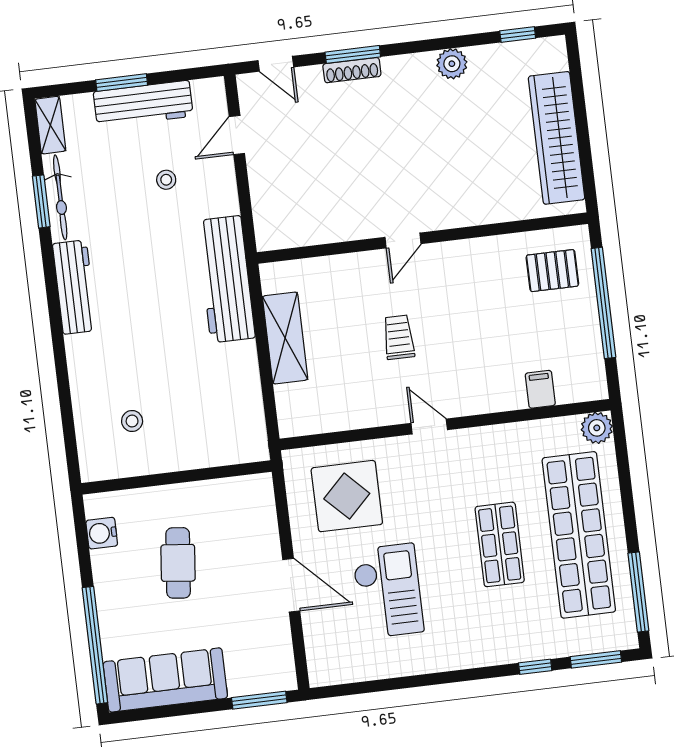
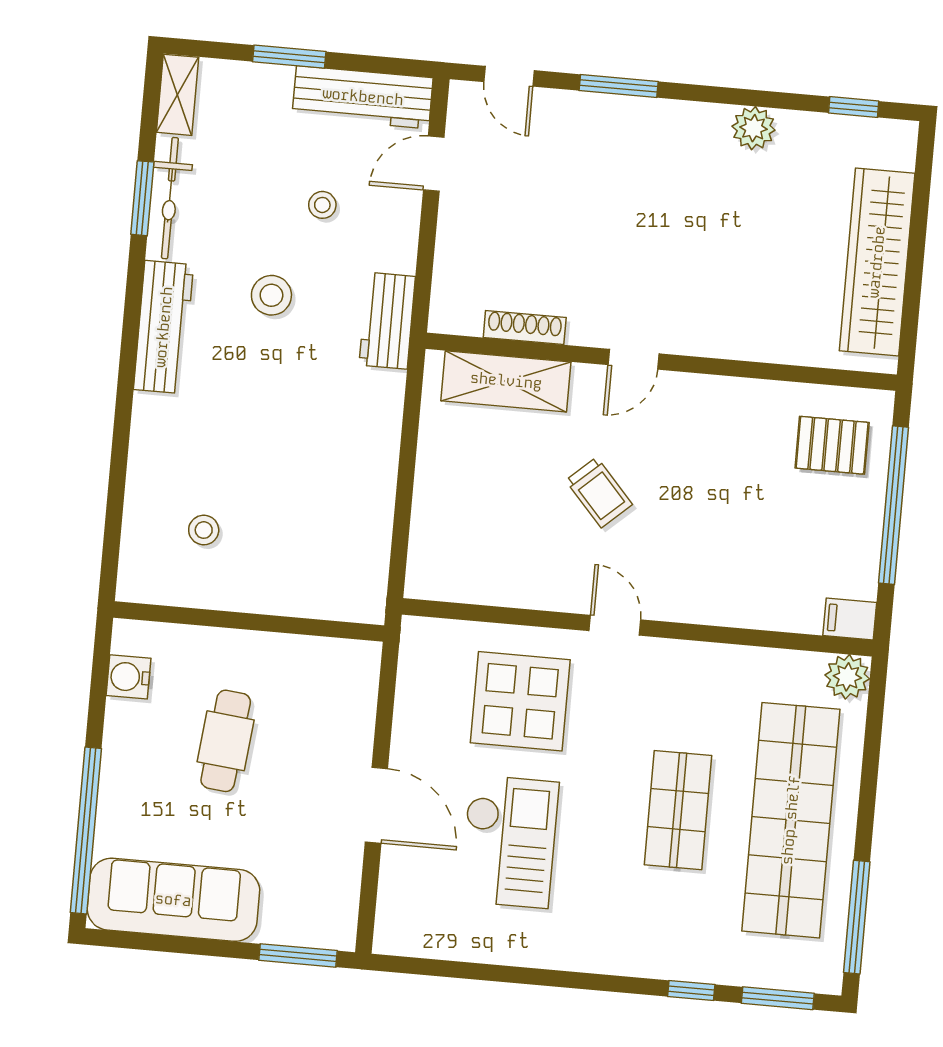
shoe rack: (352, 70) -> (525, 328), moved, turned 180
workbench: (143, 104) -> (363, 97), moved
stool: (144, 249) -> (271, 295), added
workbench: (226, 279) -> (387, 321), width x0.53, depth x0.76
trolley: (399, 337) -> (599, 492), turned 138
shelving: (285, 338) -> (506, 381), moved, turned 90
filing cabinet: (540, 389) -> (850, 619), moved, turned -90
display table: (347, 496) -> (520, 701), moved

